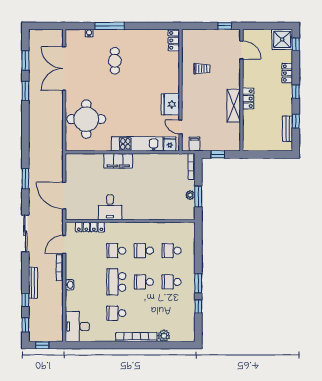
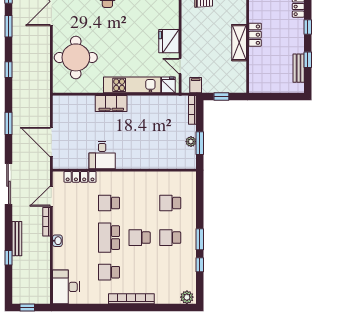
school desk: (144, 251) -> (140, 203), removed
window: (25, 325) -> (8, 70), moved
plant: (164, 336) -> (187, 297), moved

